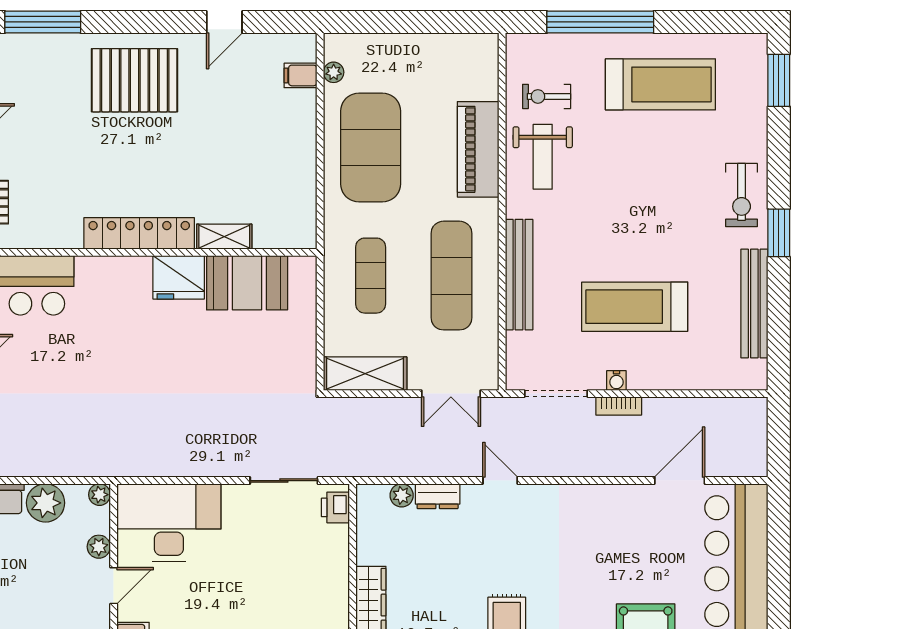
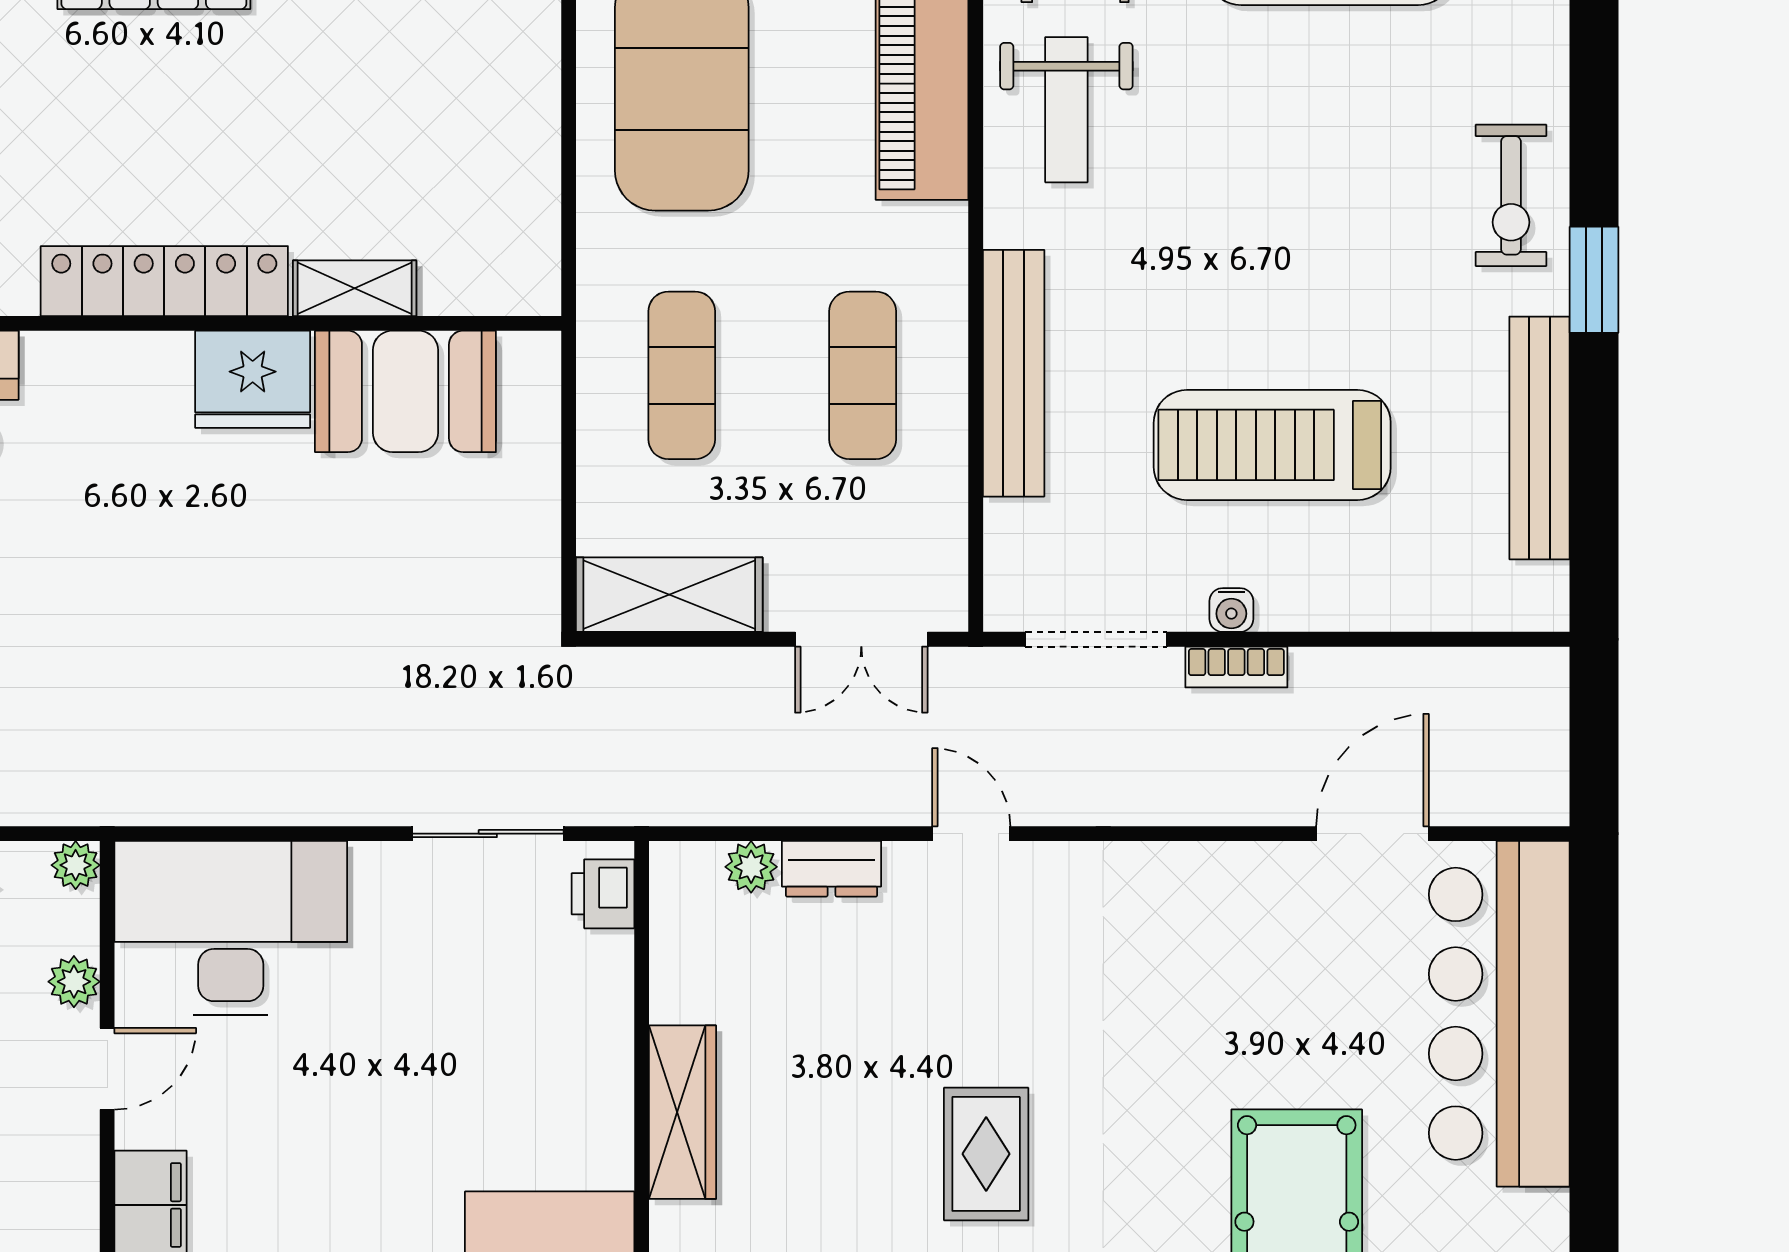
exercise mat: (452, 276) -> (863, 375), width x0.73, depth x0.69

